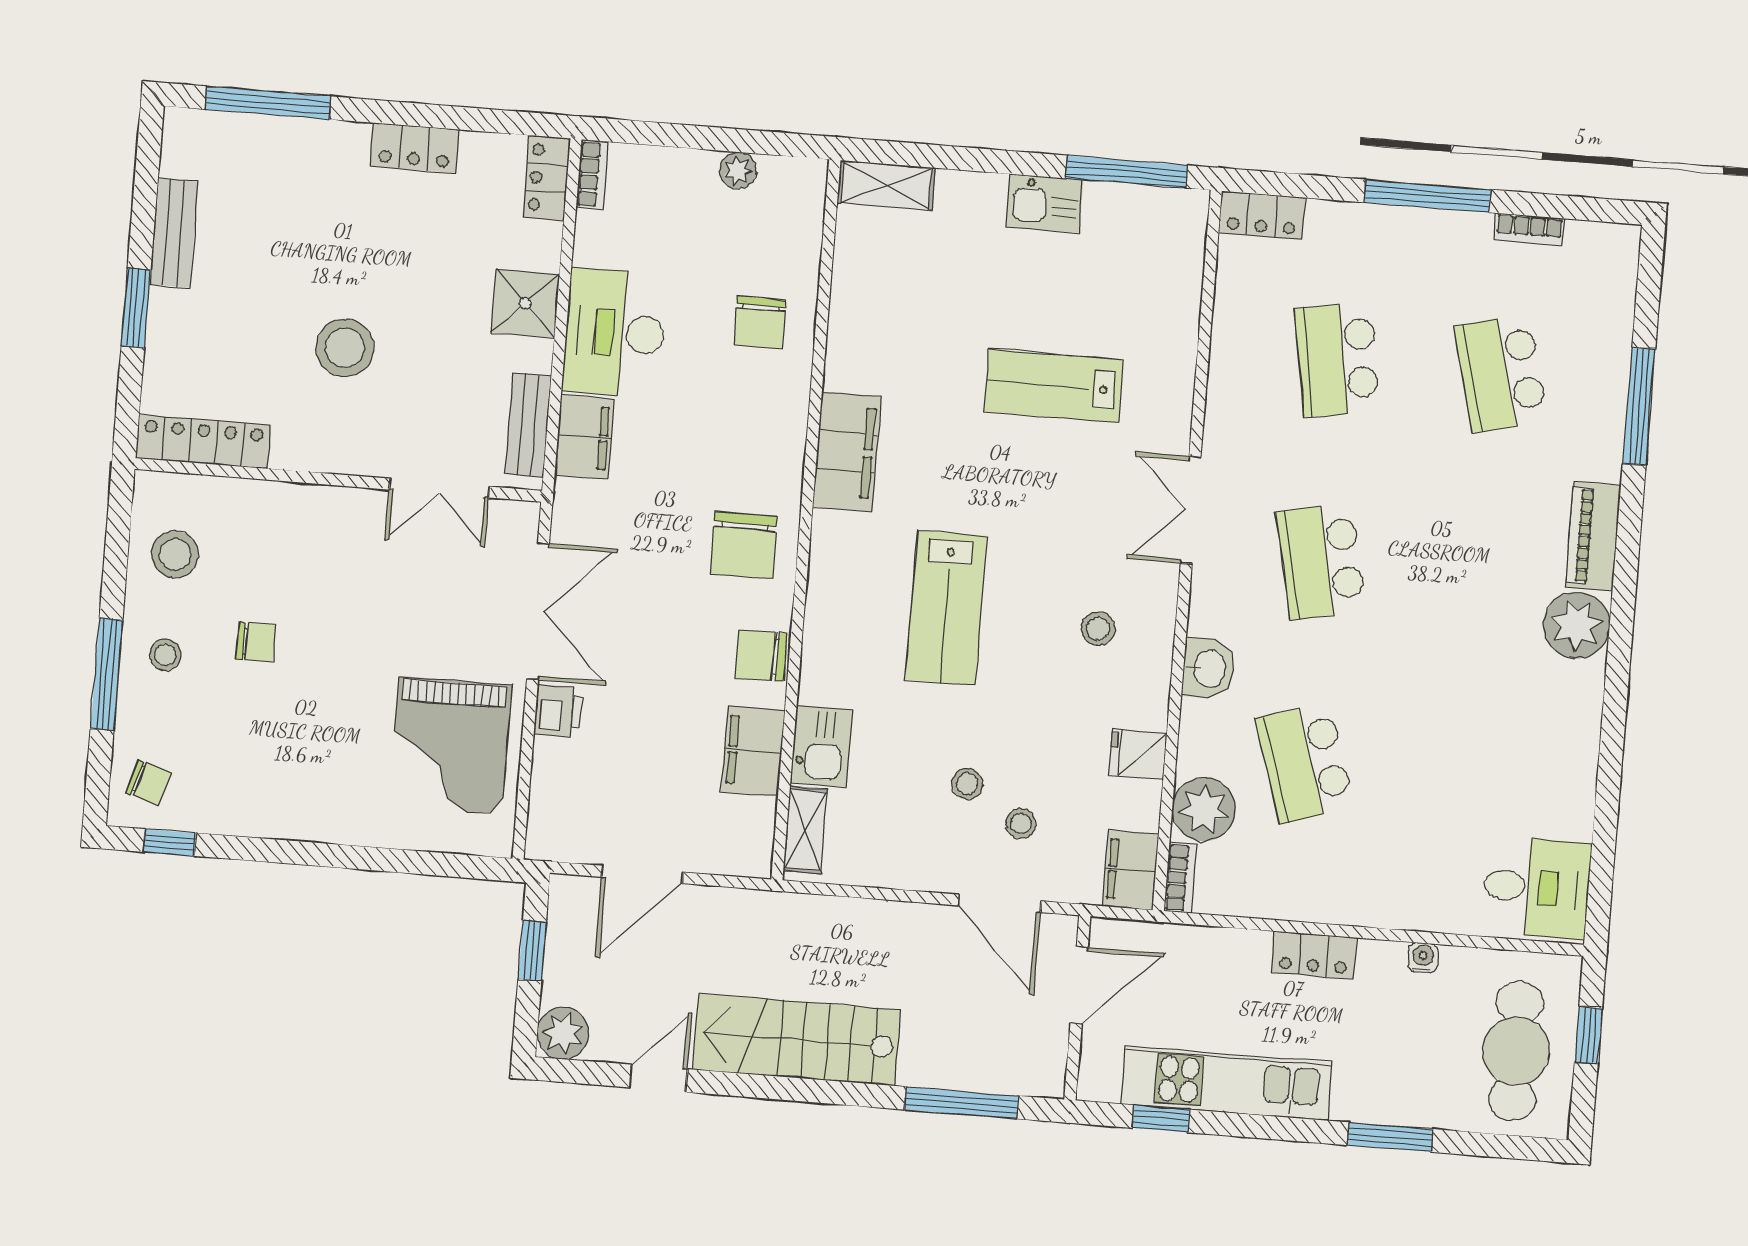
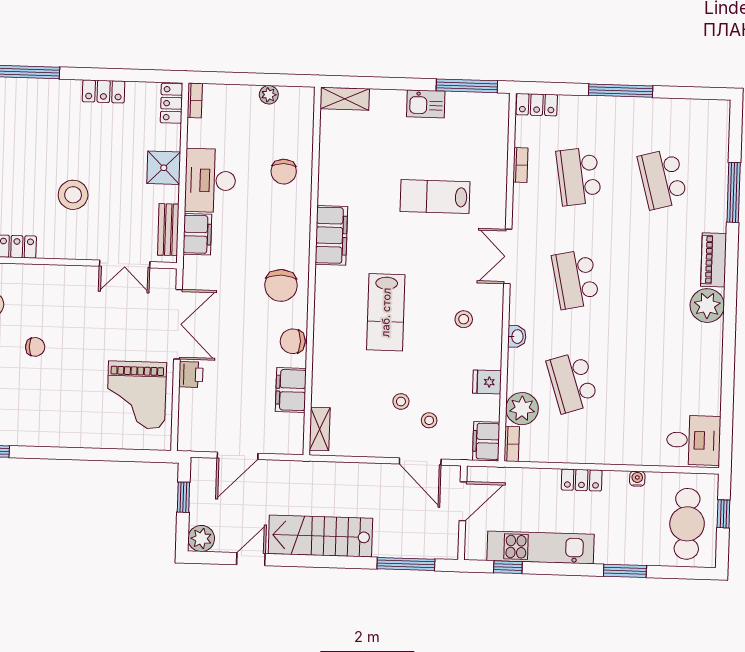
bookcase: (1529, 229) -> (520, 165), moved, turned -90
washbasin: (1208, 668) -> (517, 337), width x0.72, depth x0.69
kitchen sink: (821, 746) -> (326, 386), removed

